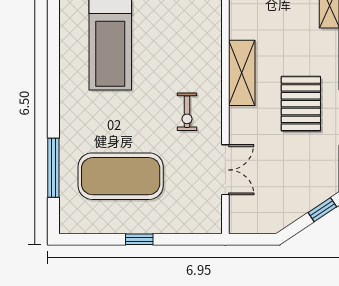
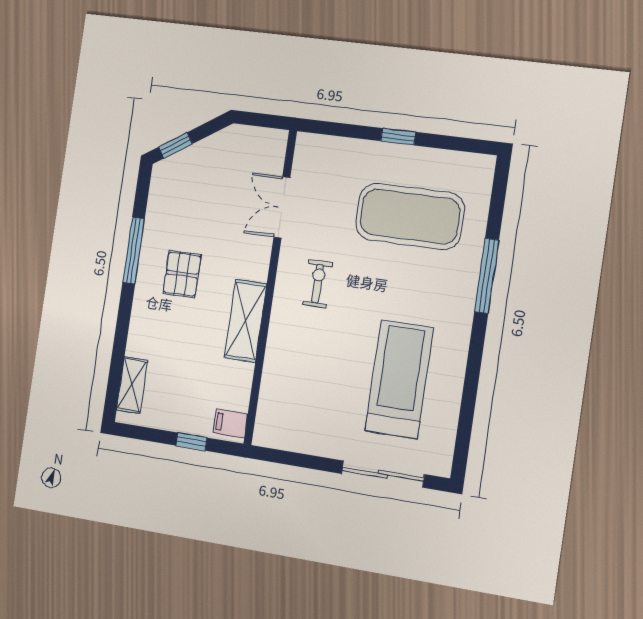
pallet: (301, 104) -> (182, 274), width x0.67, depth x0.71
window: (53, 168) -> (487, 276), moved

